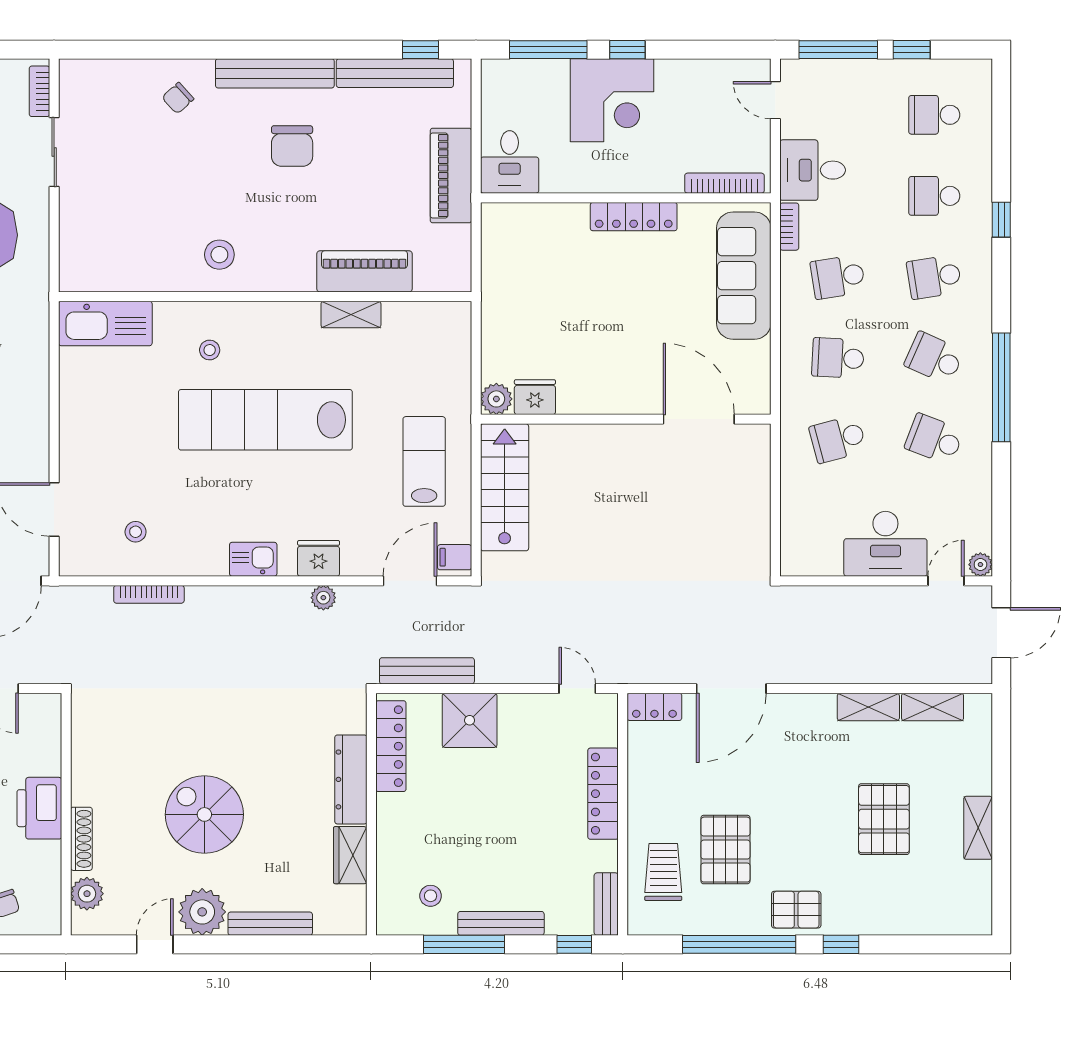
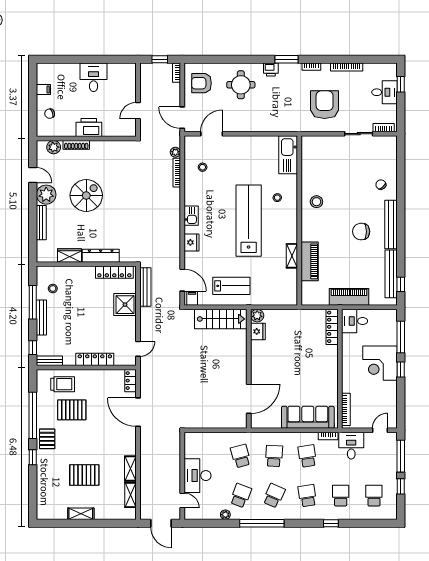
locker: (634, 217) -> (332, 327), moved
plant: (980, 565) -> (225, 515), moved
plant: (323, 598) -> (175, 152), moved

